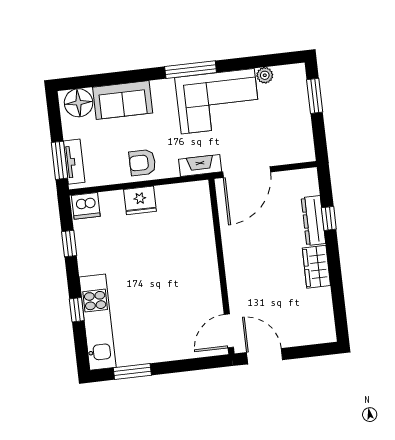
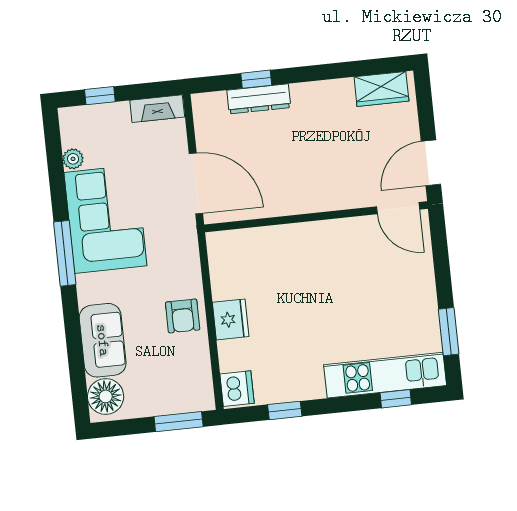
window: (315, 96) -> (100, 96), width x0.67
tv unit: (74, 162) -> (180, 403), removed
fireplace: (200, 165) -> (157, 109), moved, turned -90
wardrobe: (316, 267) -> (381, 89), moved
window: (77, 310) -> (396, 399), moved

